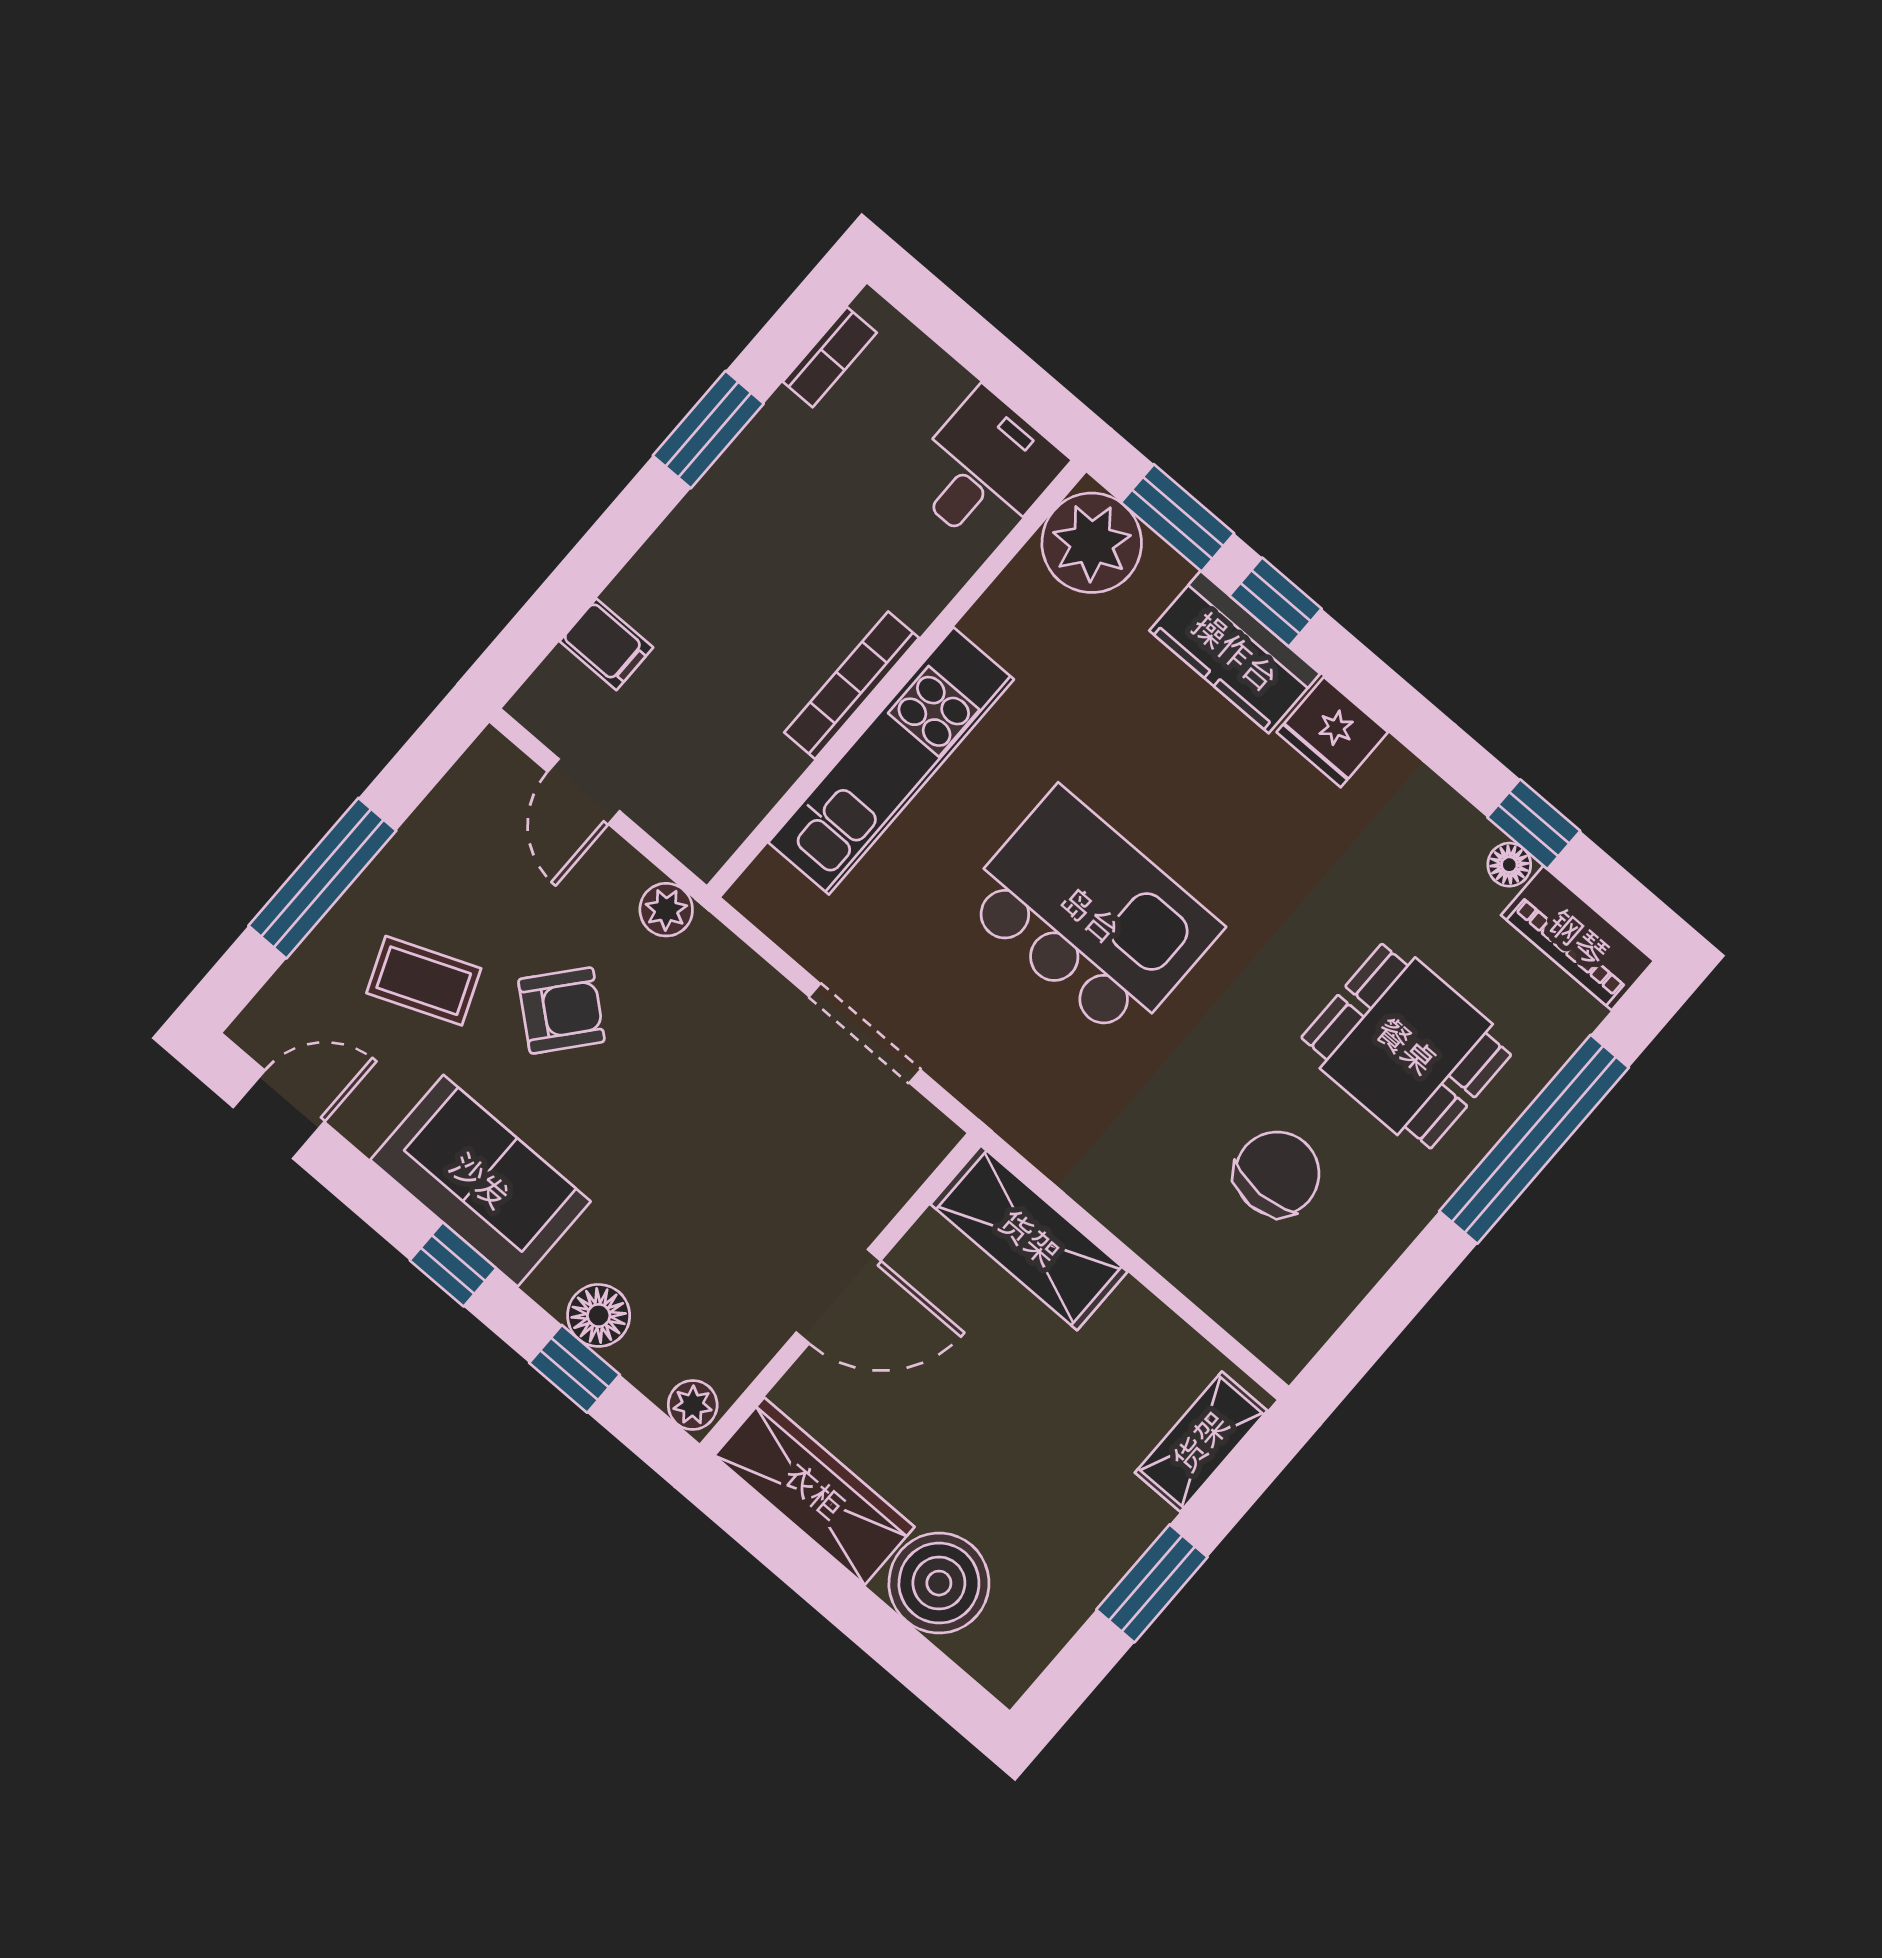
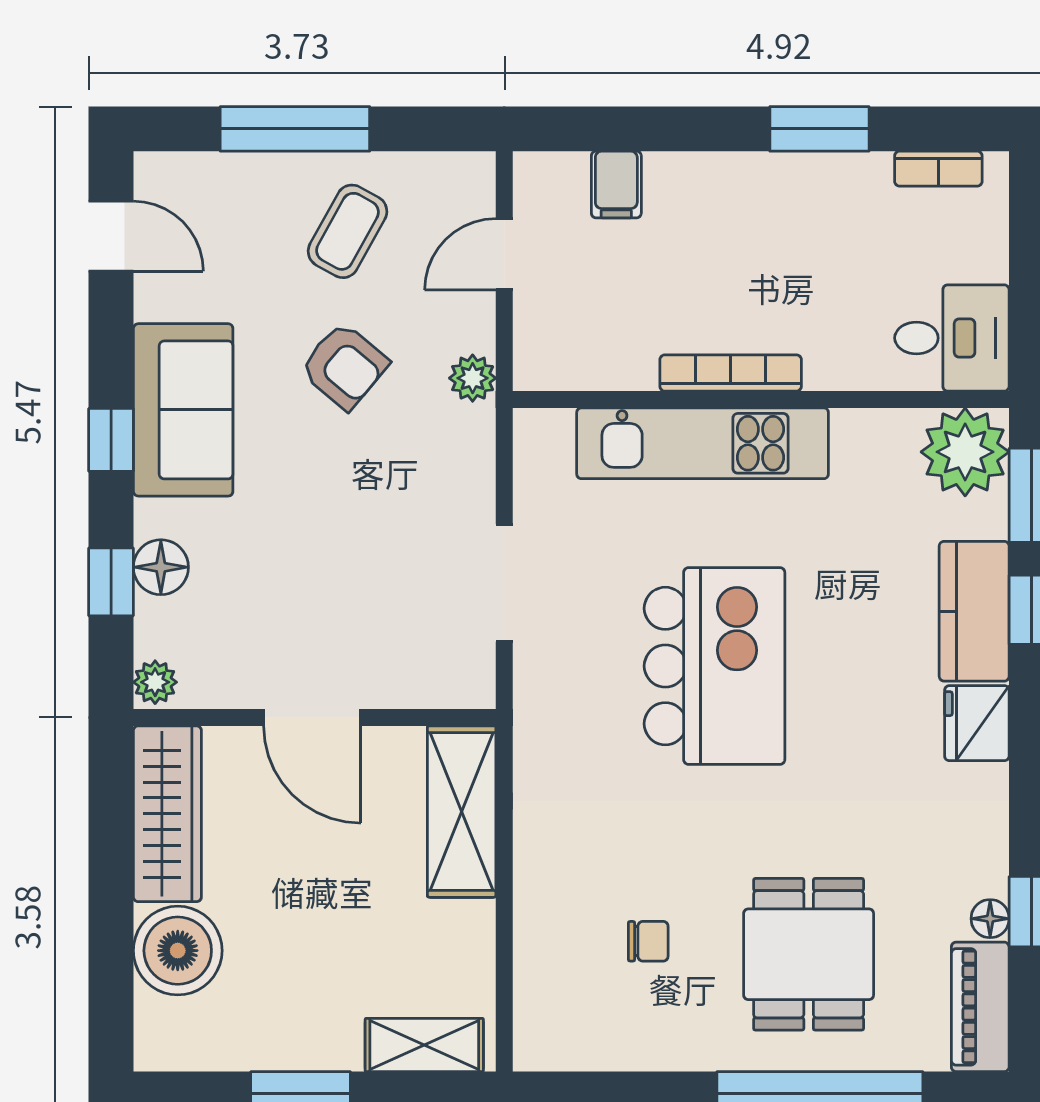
coffee table: (424, 981) -> (348, 231), moved, turned 51
chair: (1277, 1174) -> (648, 941), width x0.54, depth x0.54

